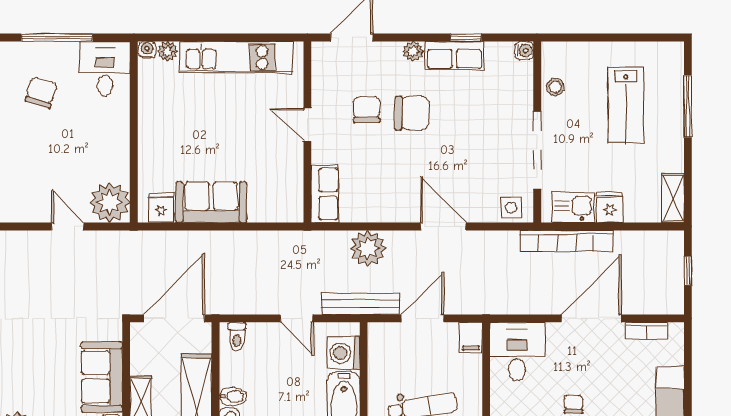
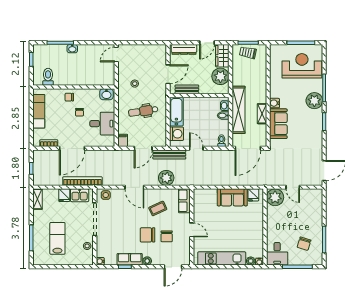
coffee table: (388, 176) -> (158, 208), added
desk: (517, 352) -> (102, 124), moved, turned -90

